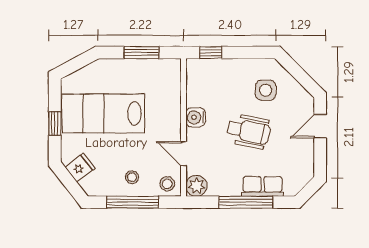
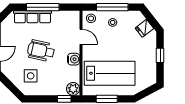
lab bench: (103, 113) -> (110, 73), moved
plant: (196, 186) -> (73, 89), moved
row of seats: (263, 186) -> (32, 17), width x1.48

